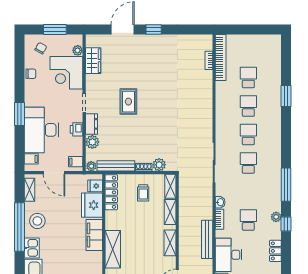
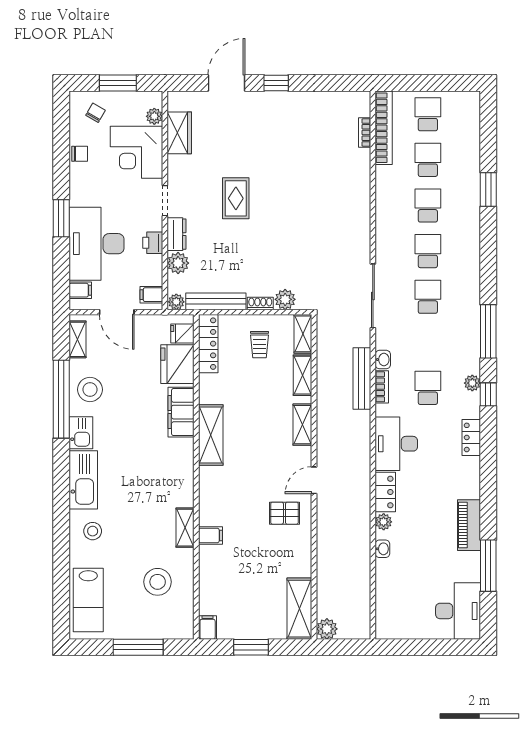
school desk: (248, 49) -> (428, 114), added
bench: (207, 239) -> (362, 379), moved

